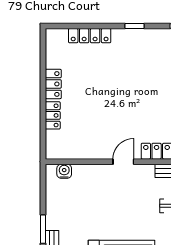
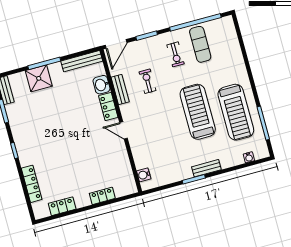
locker: (53, 84) -> (62, 206), moved

